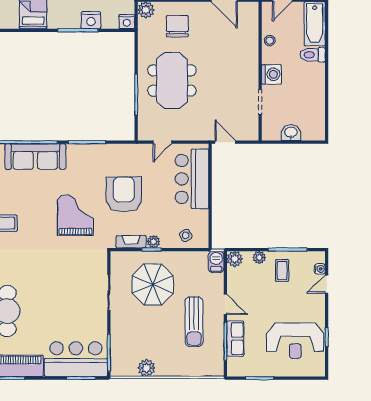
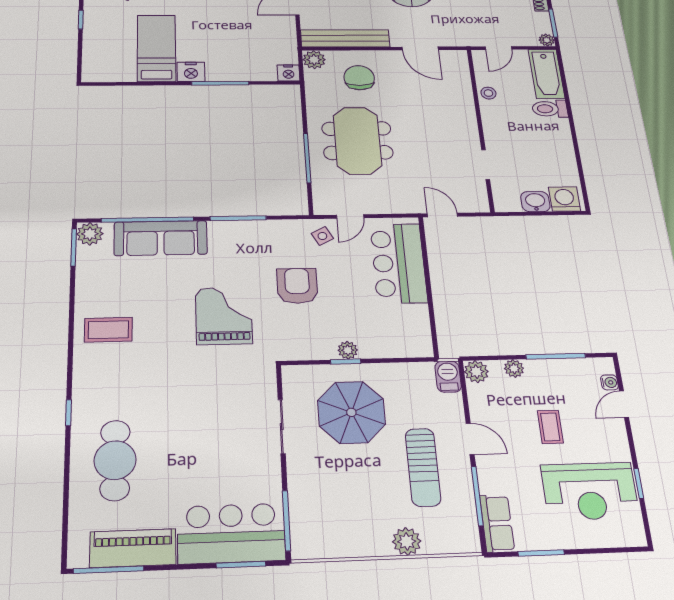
nightstand: (91, 20) -> (191, 72), moved
washing machine: (271, 74) -> (564, 199), moved, turned -90
armchair: (124, 194) -> (297, 286), width x0.73, depth x0.73
side table: (186, 235) -> (322, 236), moved
fireplace: (131, 242) -> (313, 351), removed
coffee table: (282, 271) -> (550, 427), moved
row of seats: (235, 339) -> (497, 523), moved
plant: (147, 368) -> (407, 541), moved

